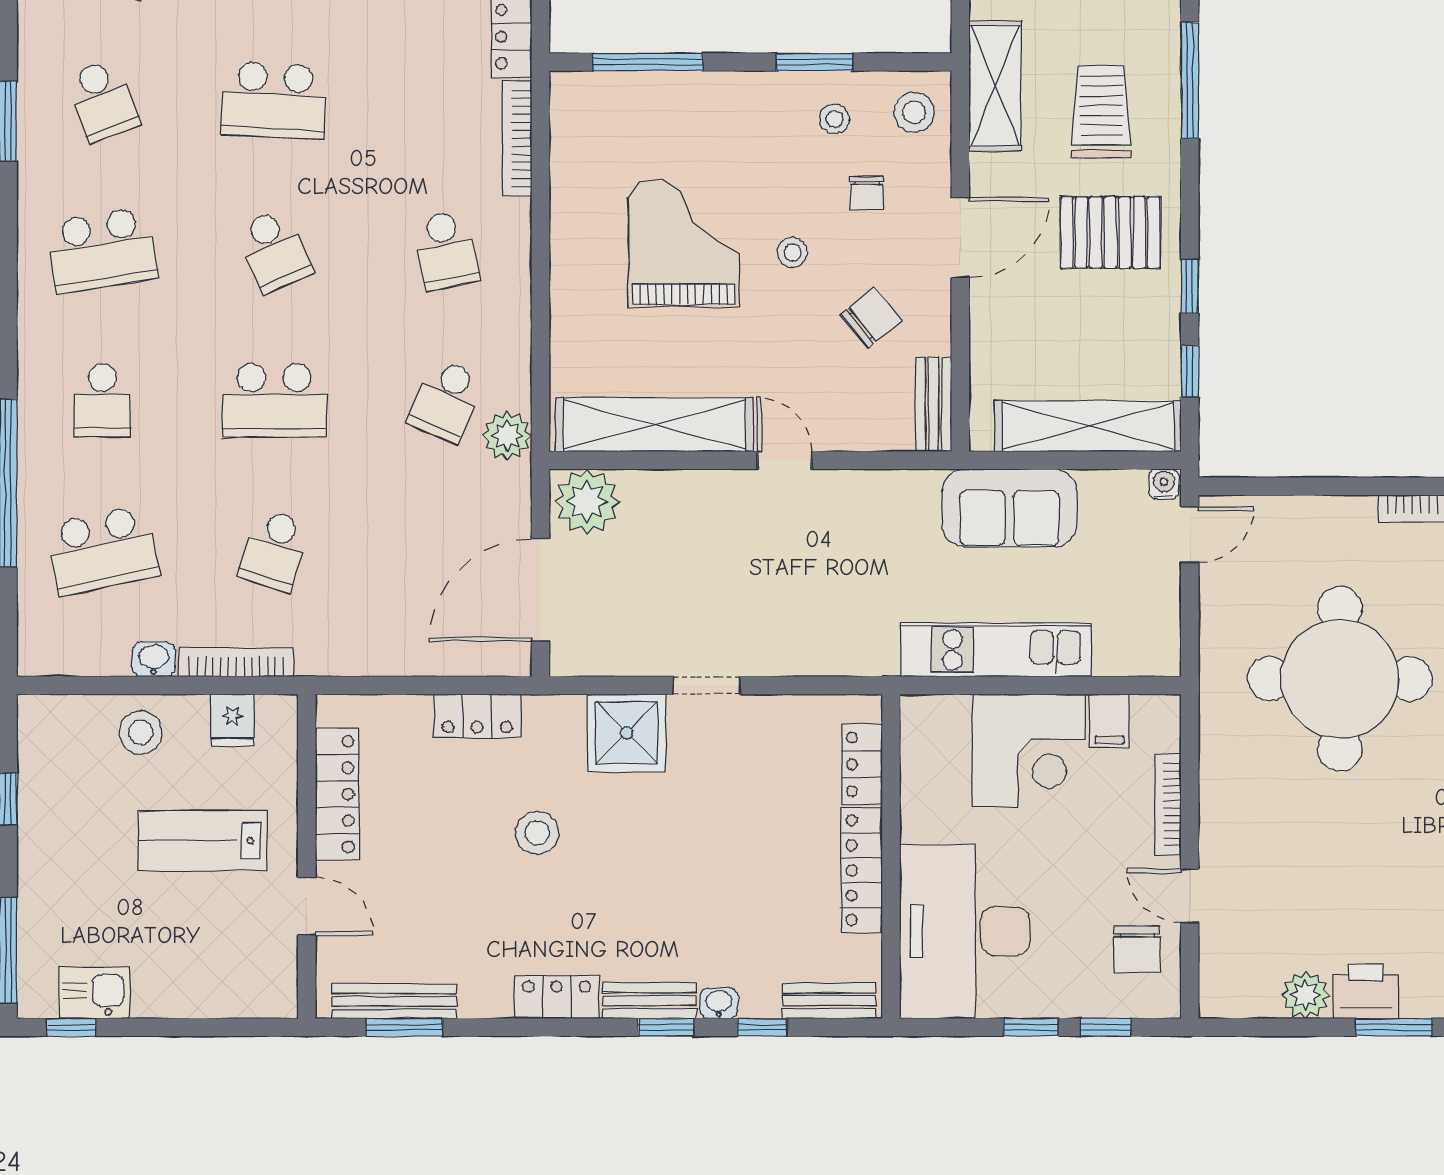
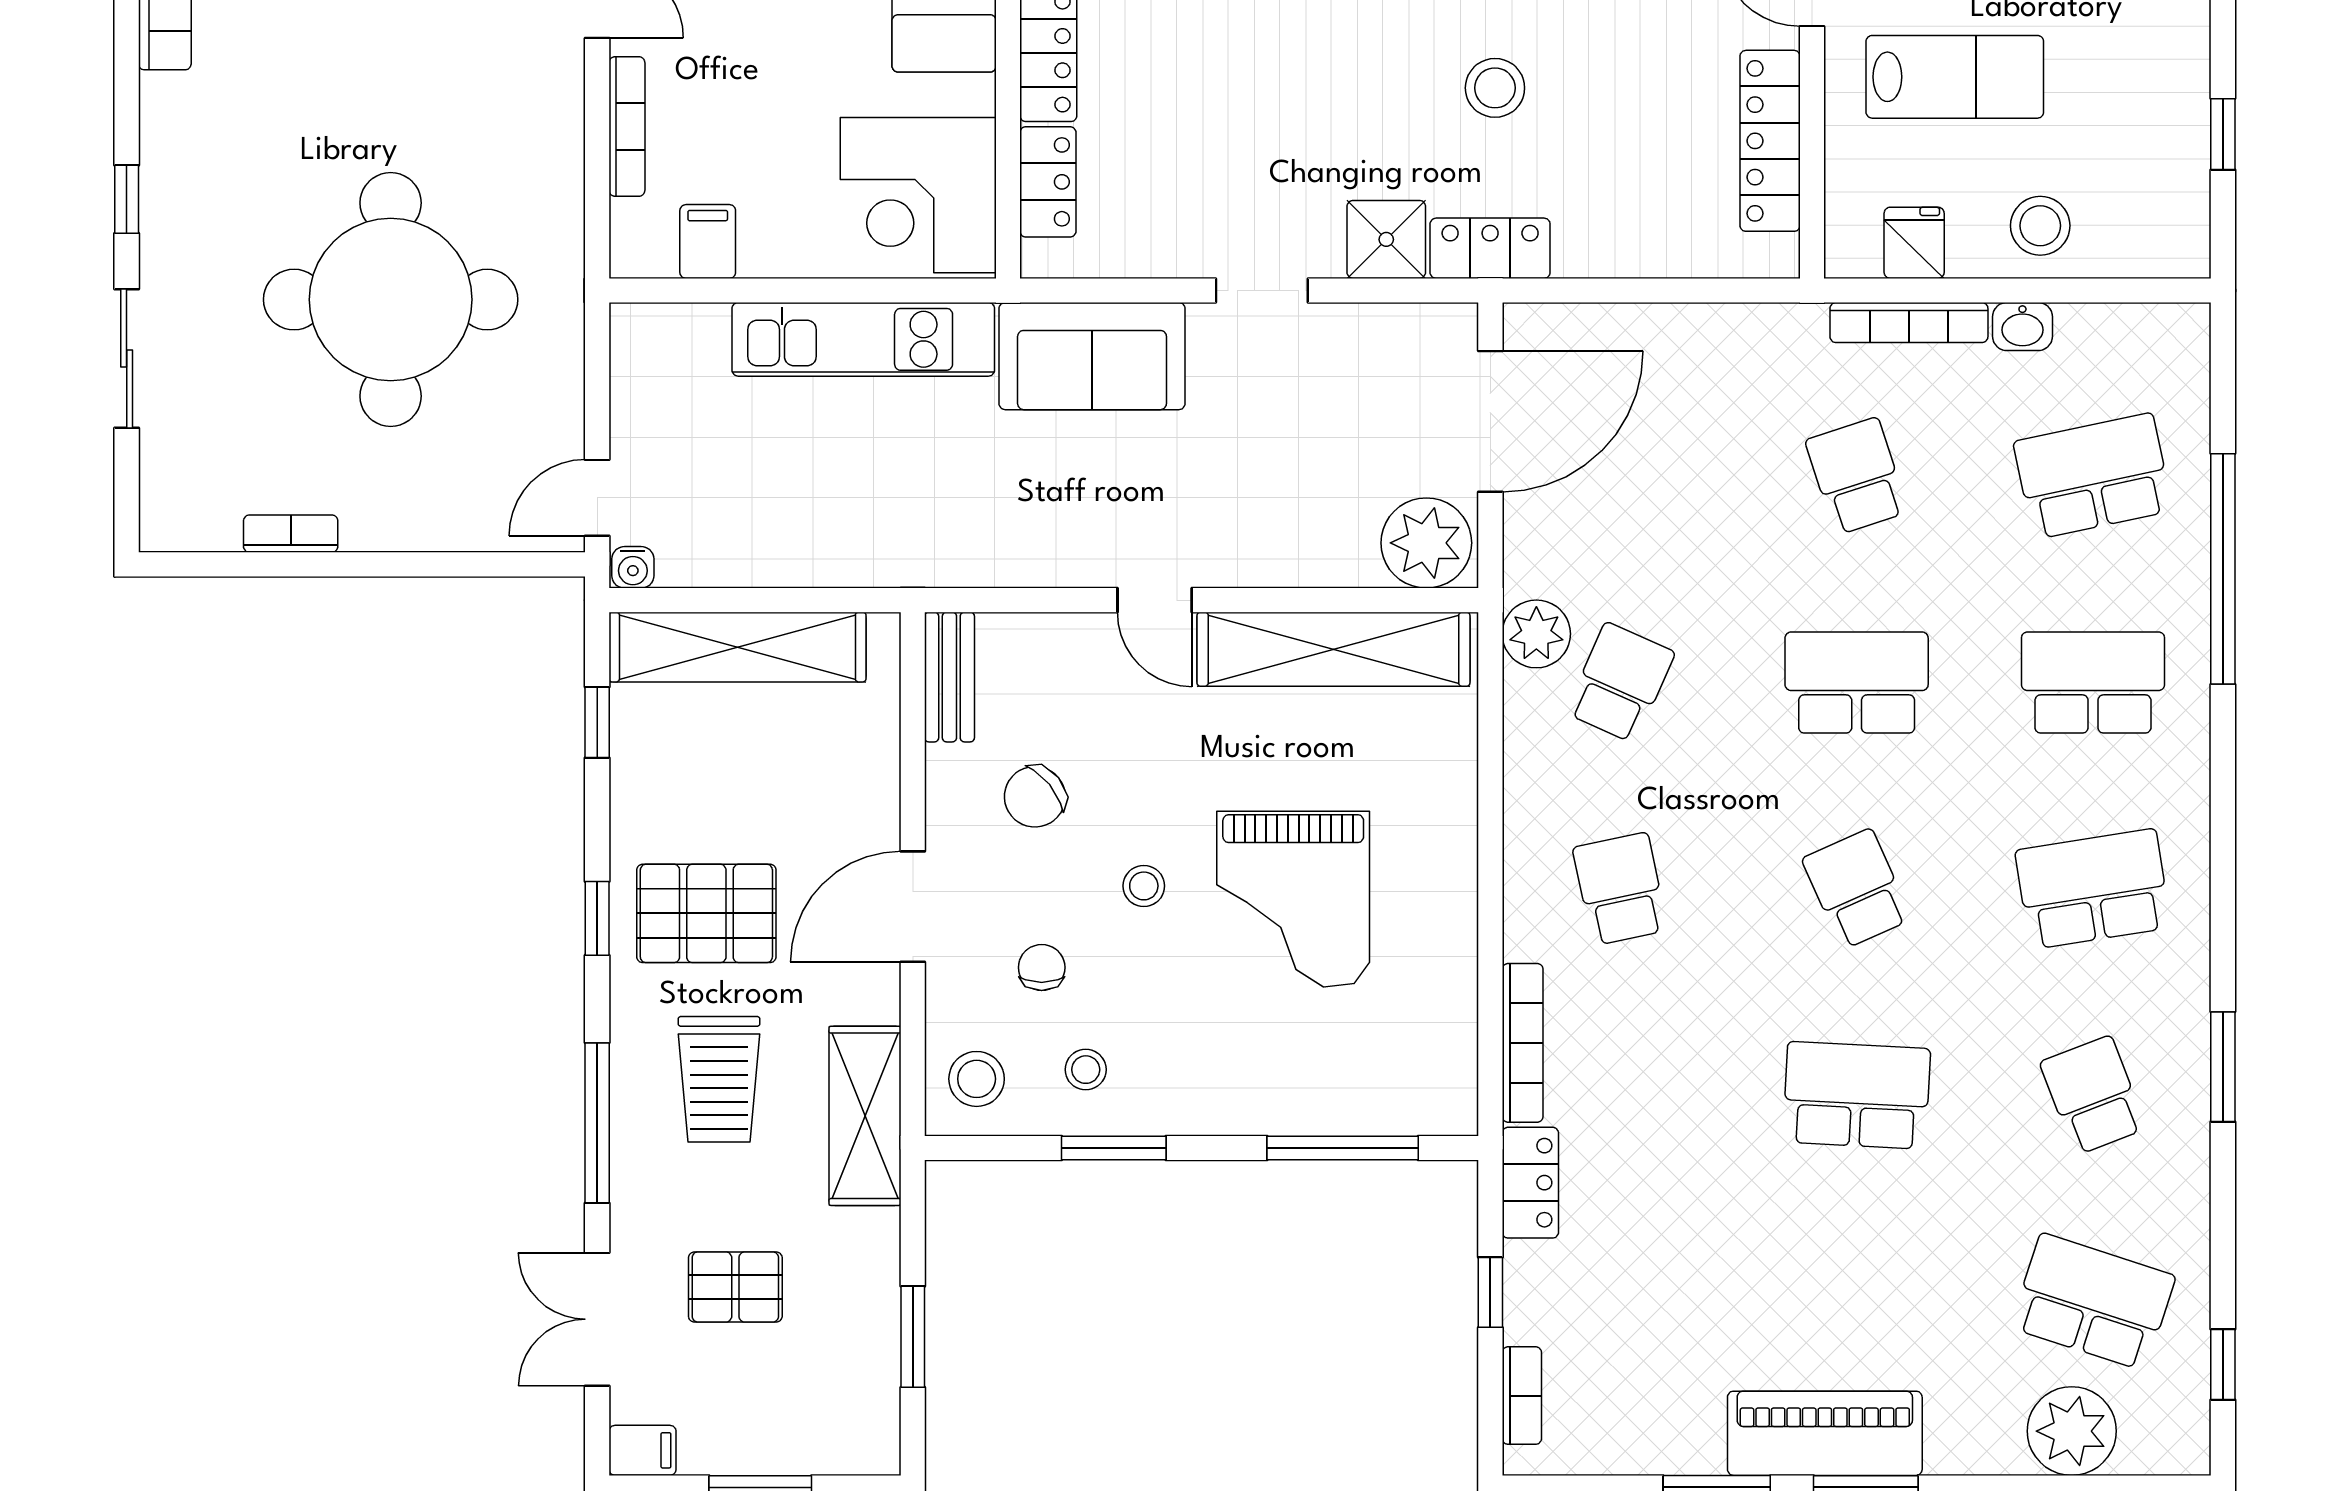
window: (1190, 286) -> (597, 918), moved
school desk: (102, 400) -> (2093, 683), width x1.85
sofa: (1009, 508) -> (1092, 356), moved, turned 180
school desk: (274, 550) -> (1857, 476), turned -36
locker: (477, 716) -> (1490, 248), moved
shower: (626, 733) -> (1386, 239), width x0.73, depth x0.73
corner desk: (1029, 751) -> (918, 195), moved, turned -90

